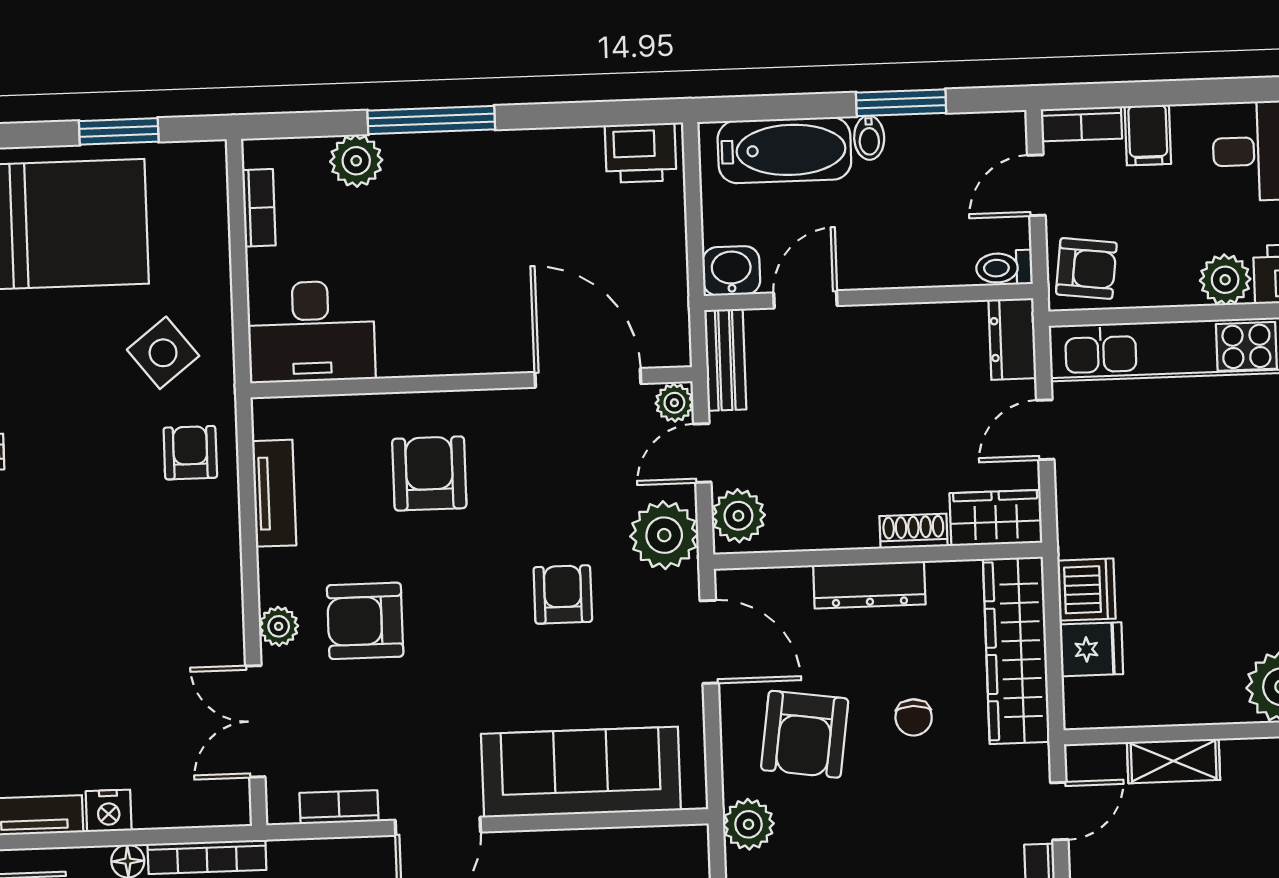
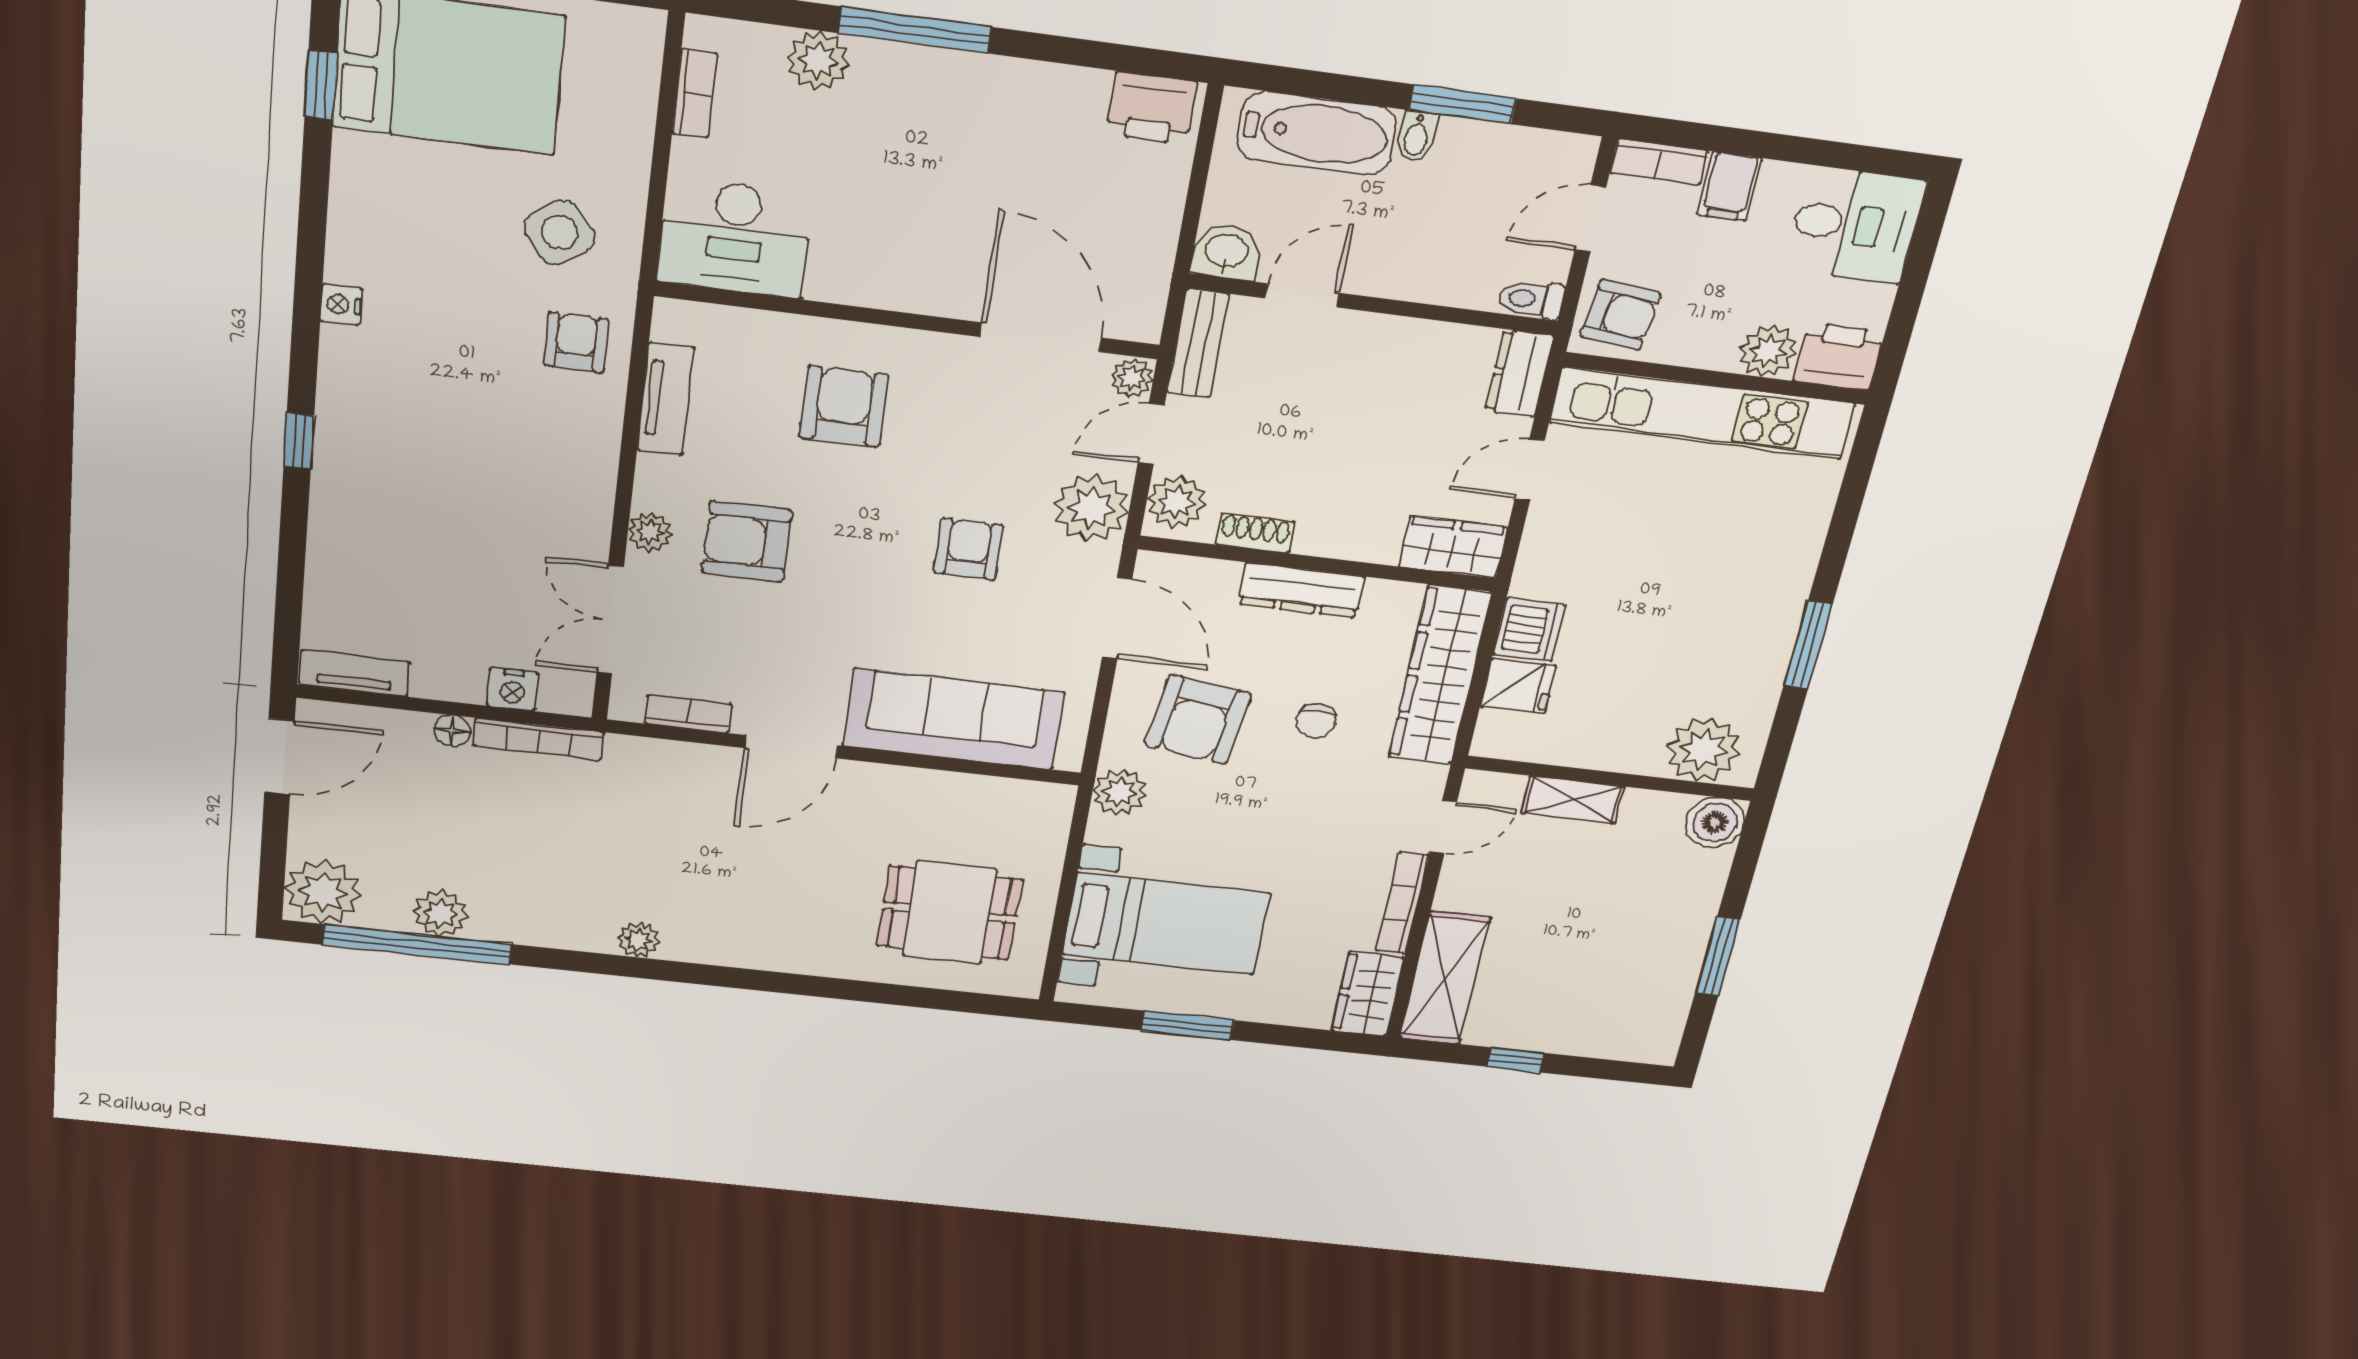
shoe rack: (913, 531) -> (1255, 533), moved
nightstand: (109, 811) -> (512, 689), moved

